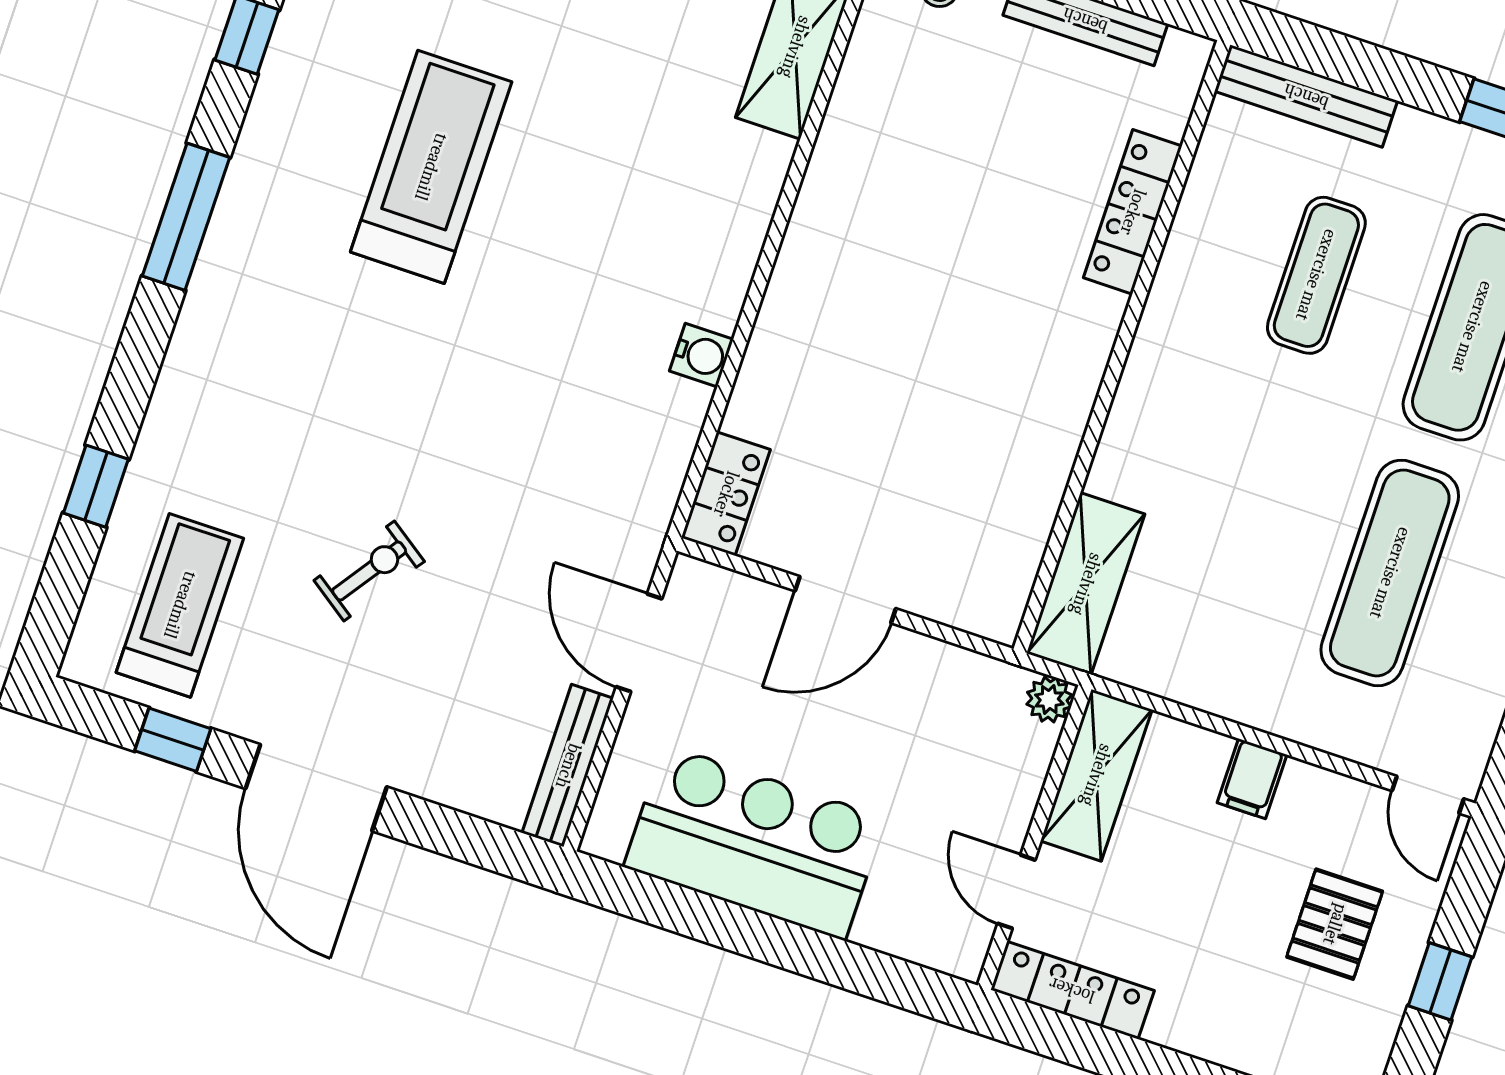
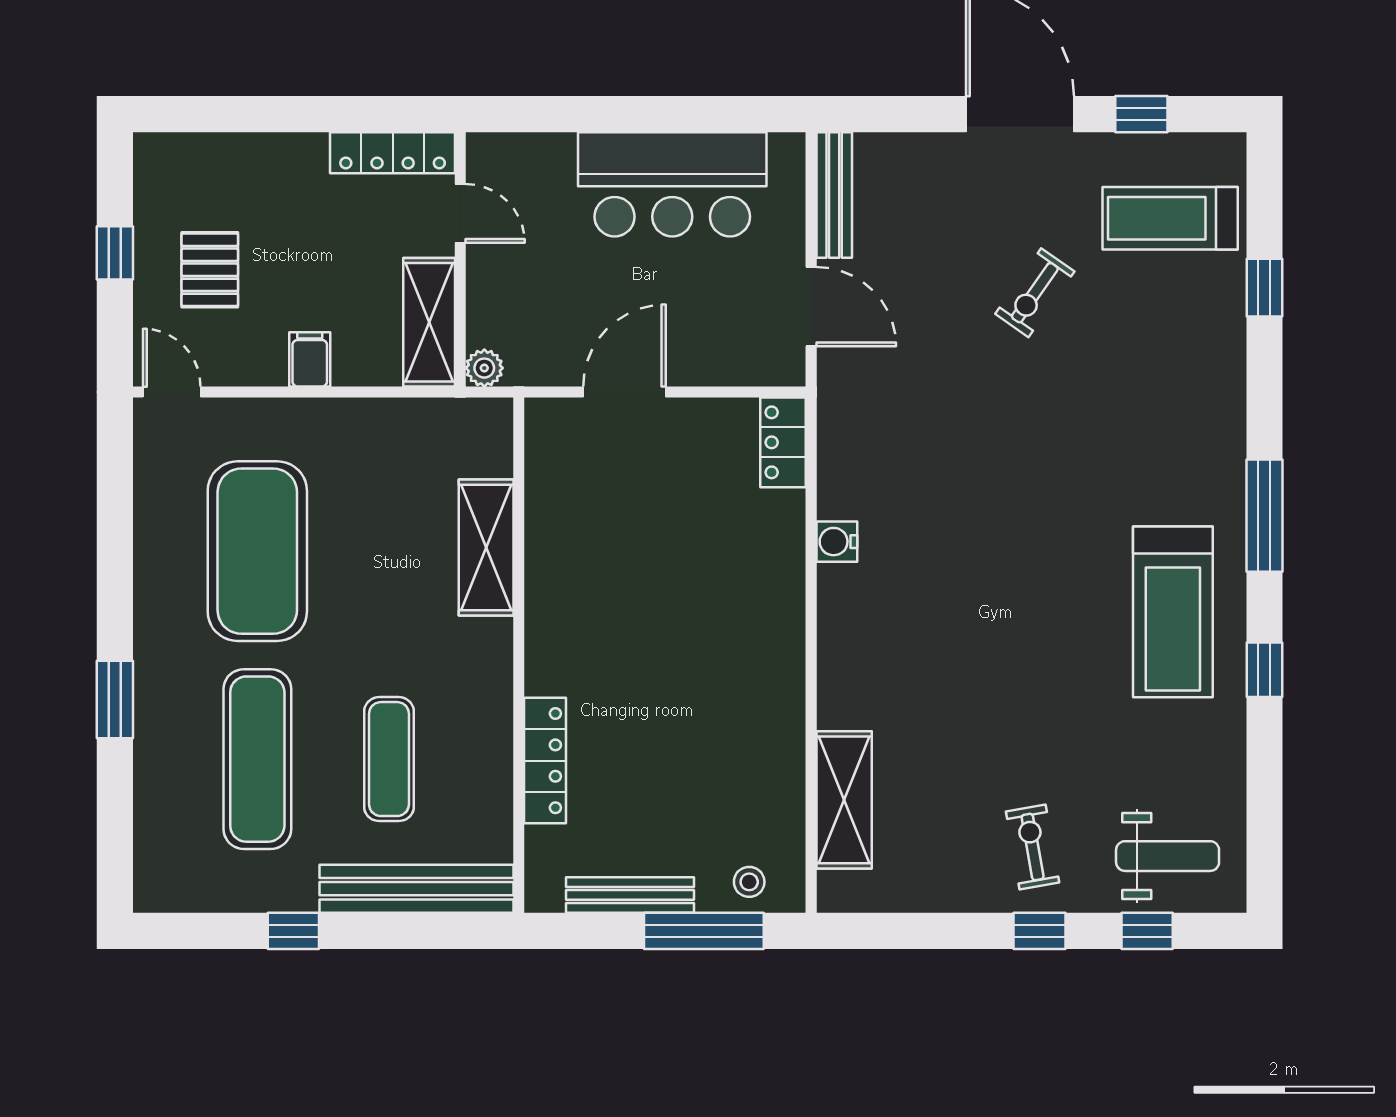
bench: (1306, 96) -> (416, 889), width x1.37, depth x1.21
treadmill: (431, 167) -> (1173, 612), moved
exercise mat: (1390, 573) -> (257, 551), width x1.47
shelving: (1086, 584) -> (486, 547), moved
door: (845, 600) -> (624, 392), moved
treadmill: (180, 605) -> (1170, 218), turned 90

